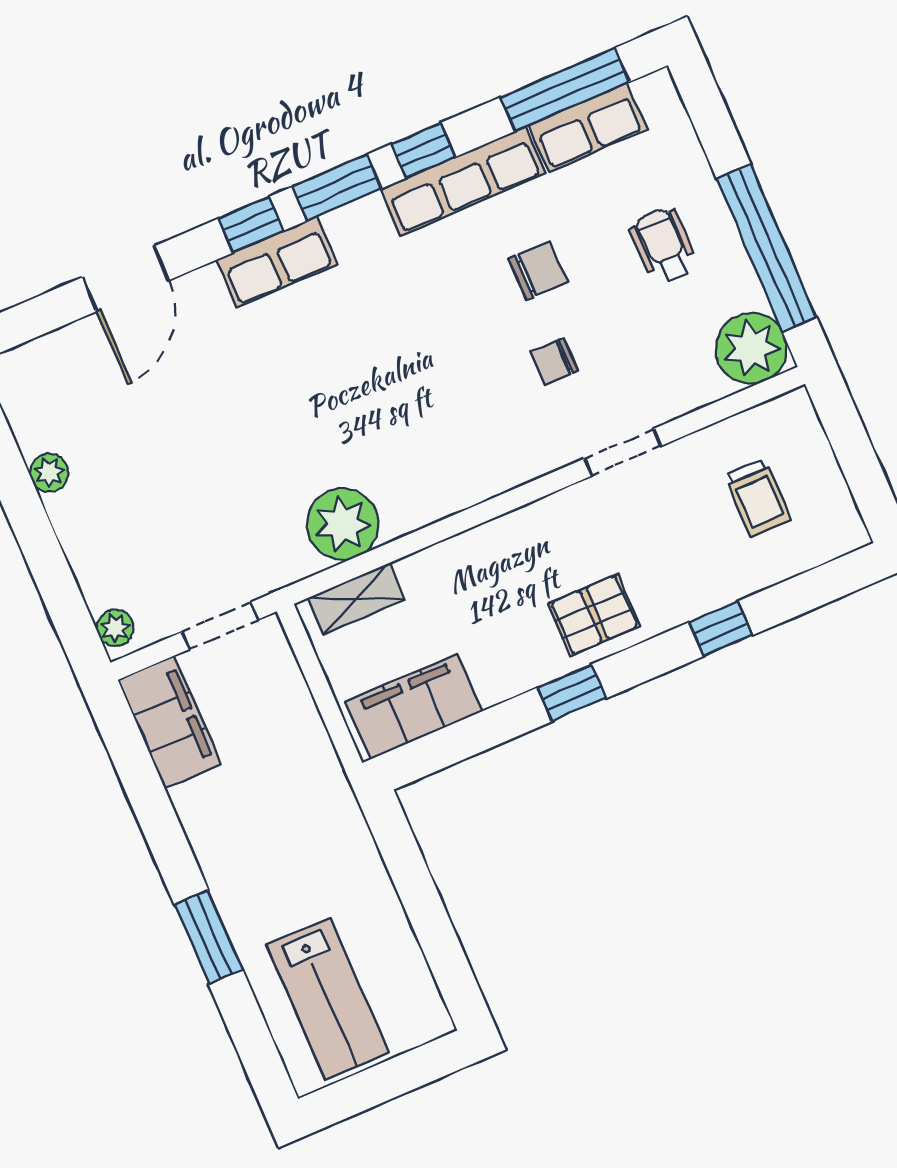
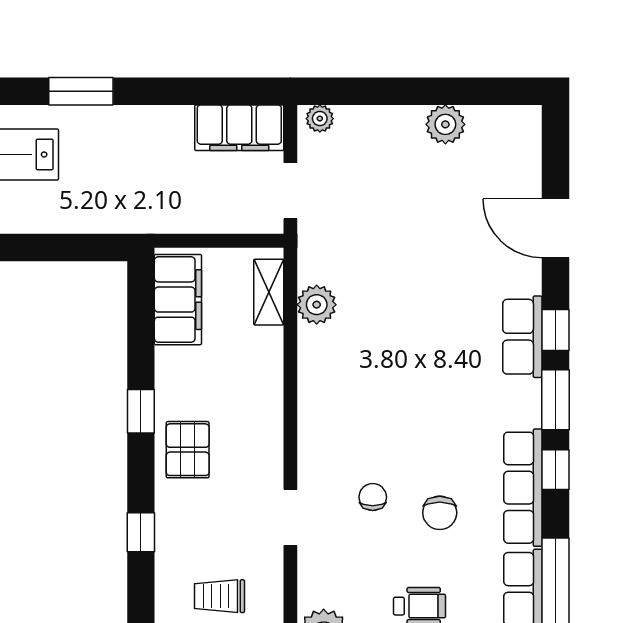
plant: (49, 473) -> (445, 124), width x1.38, depth x1.38
plant: (343, 524) -> (317, 305), width x0.73, depth x0.73

